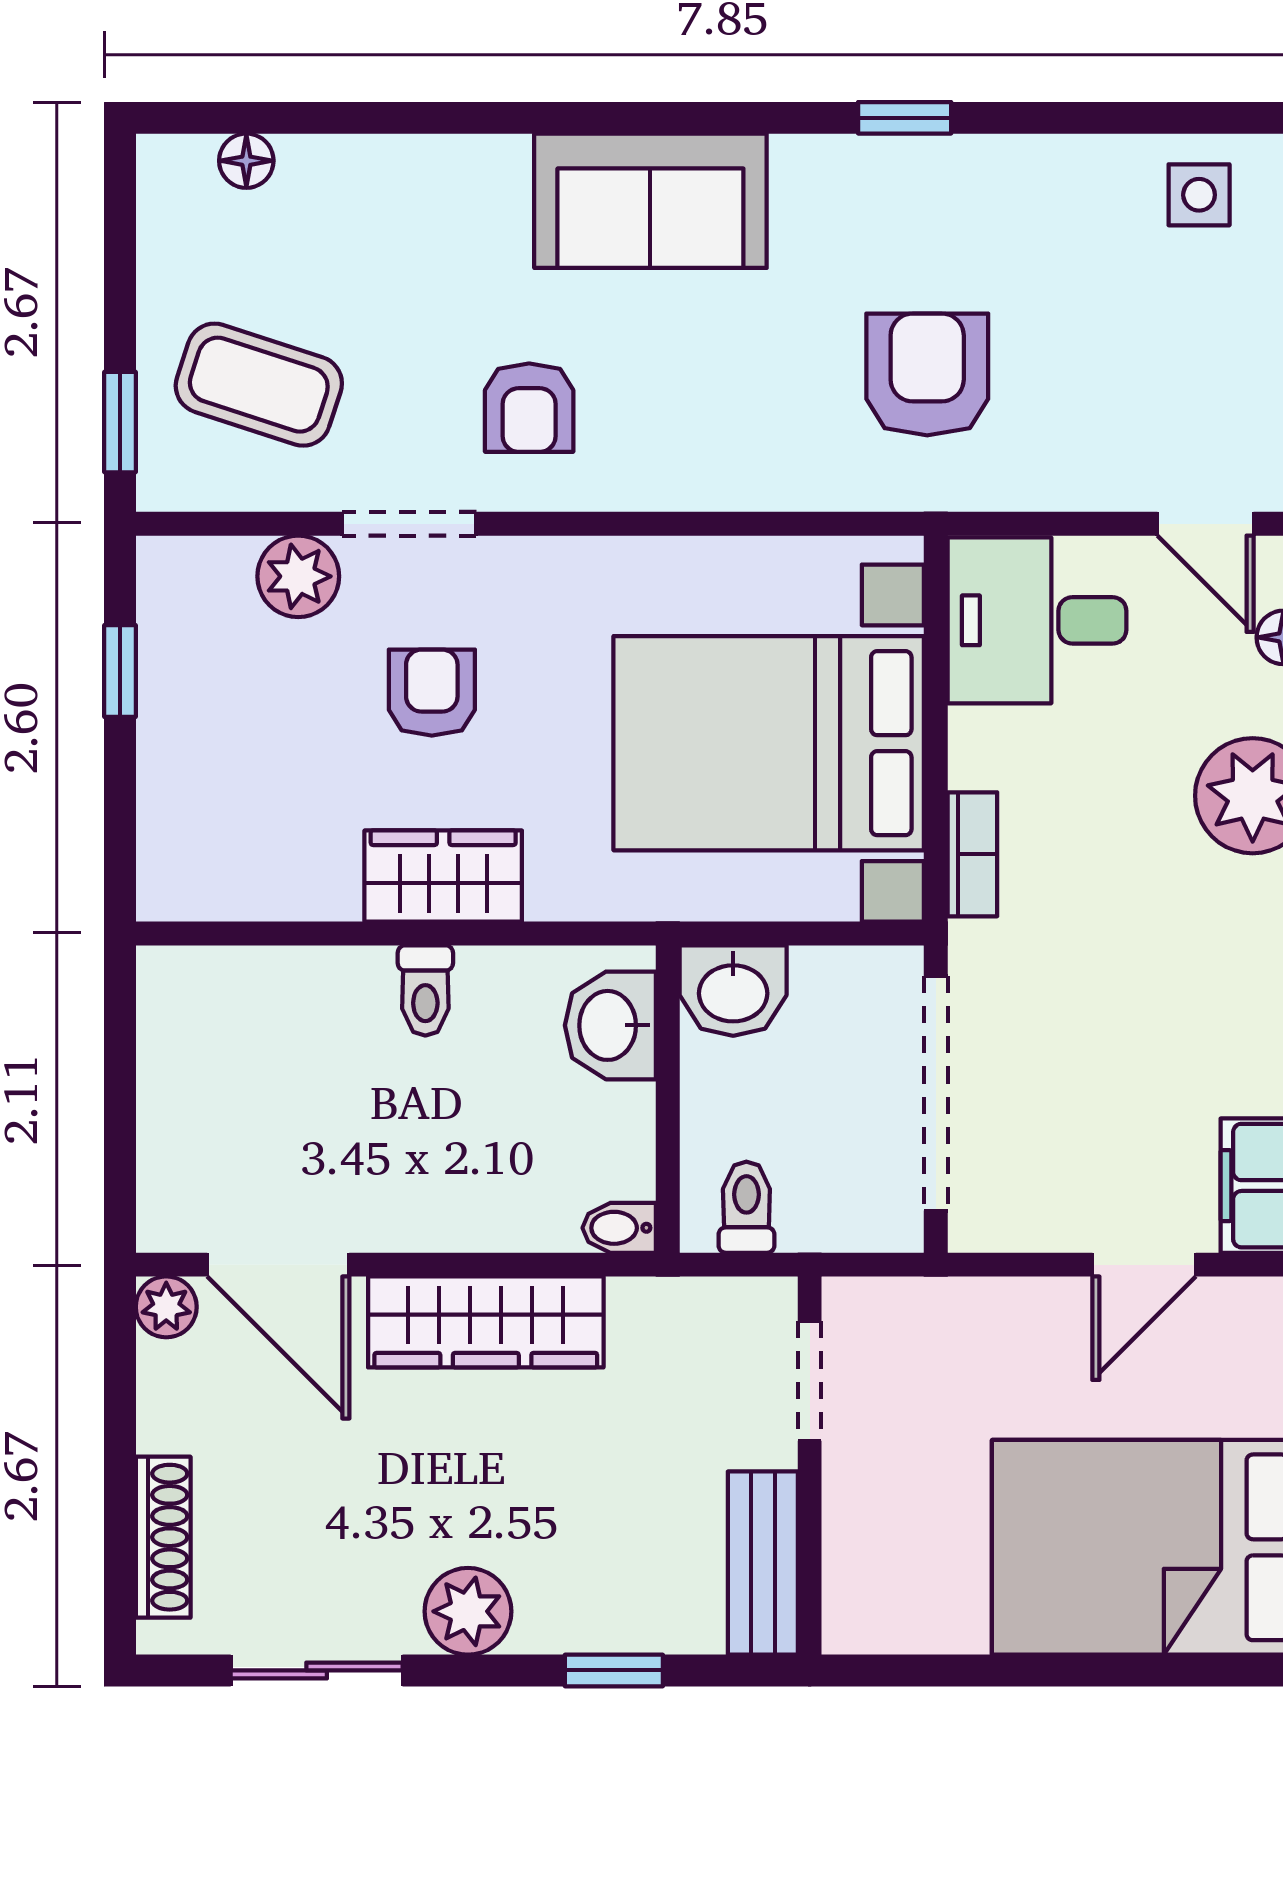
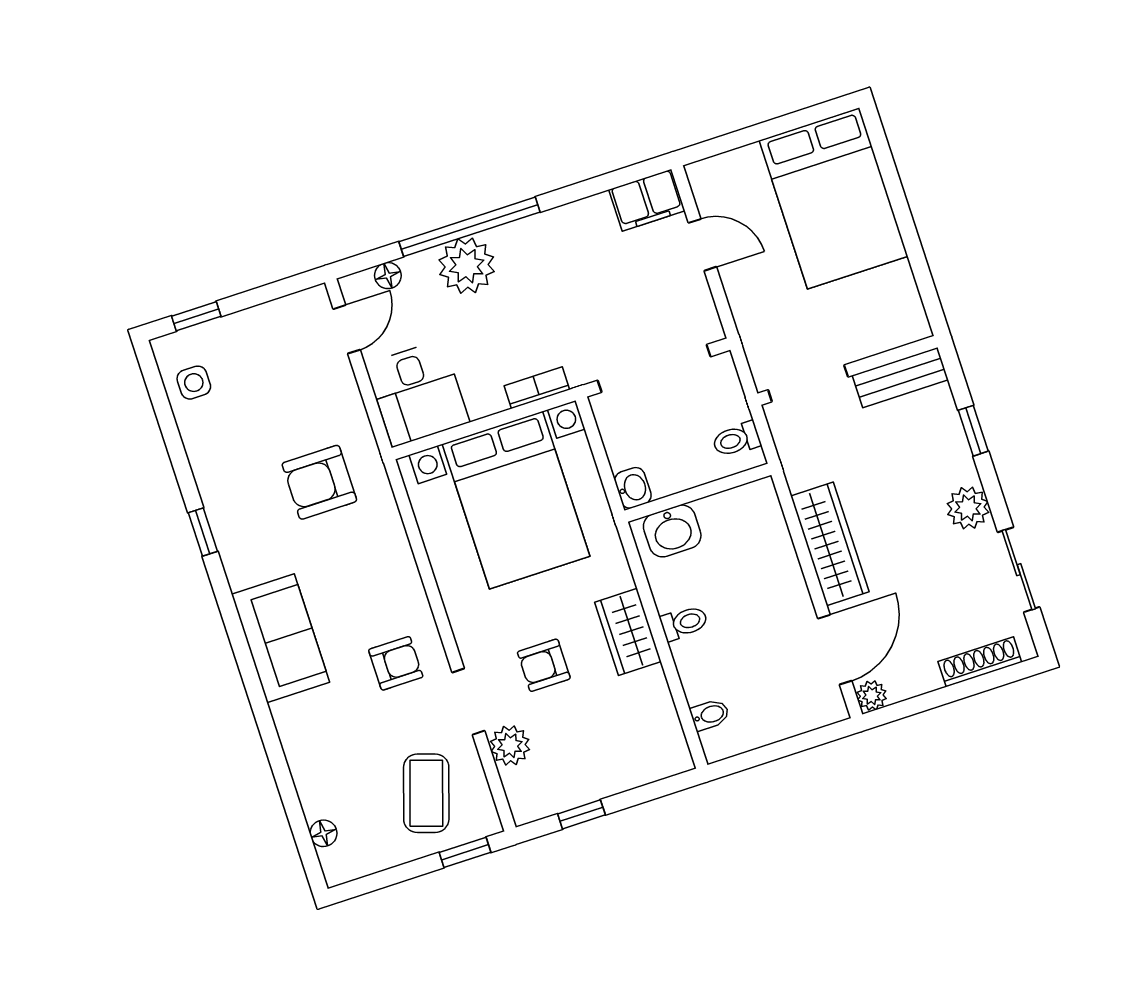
washbasin: (733, 991) -> (633, 488), width x0.72, depth x0.69
bidet: (619, 1228) -> (710, 715), moved, turned -90
doorway: (810, 1381) -> (808, 383), width x1.38

